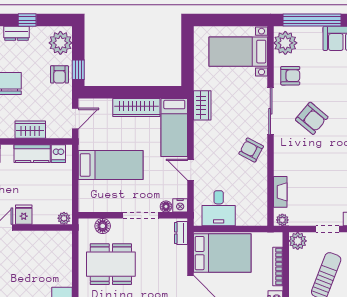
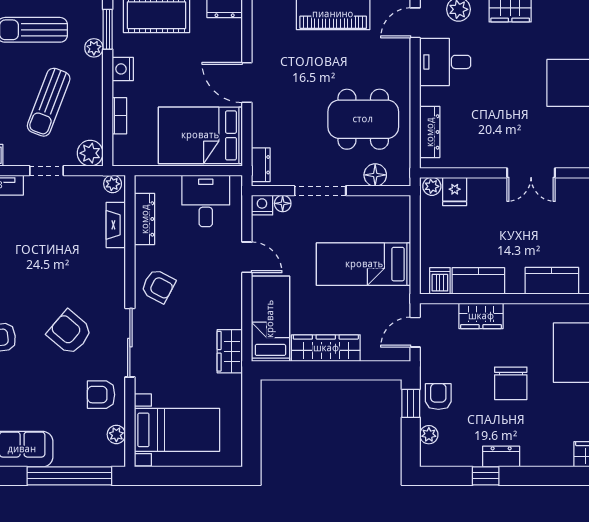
plant: (60, 43) -> (429, 435), width x0.53, depth x0.53
plant: (285, 43) -> (116, 434), width x0.53, depth x0.53
dresser: (261, 196) -> (145, 219), added
fridge: (24, 215) -> (455, 191), moved
dresser: (65, 255) -> (430, 132), added
bookcase: (278, 267) -> (119, 116), width x0.64

